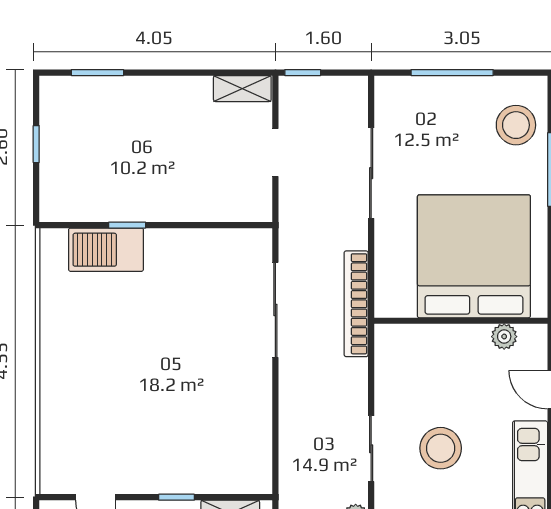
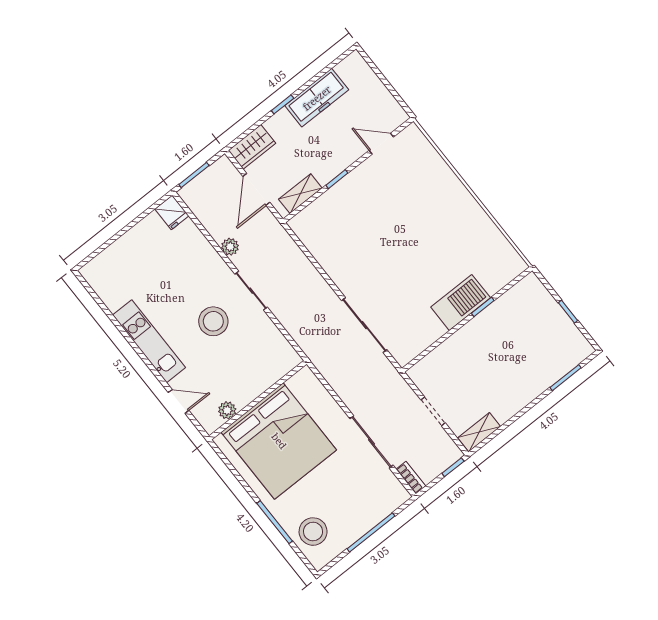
barbecue: (106, 250) -> (461, 302), moved
bookcase: (356, 304) -> (411, 478), moved, width x0.43, depth x0.76

